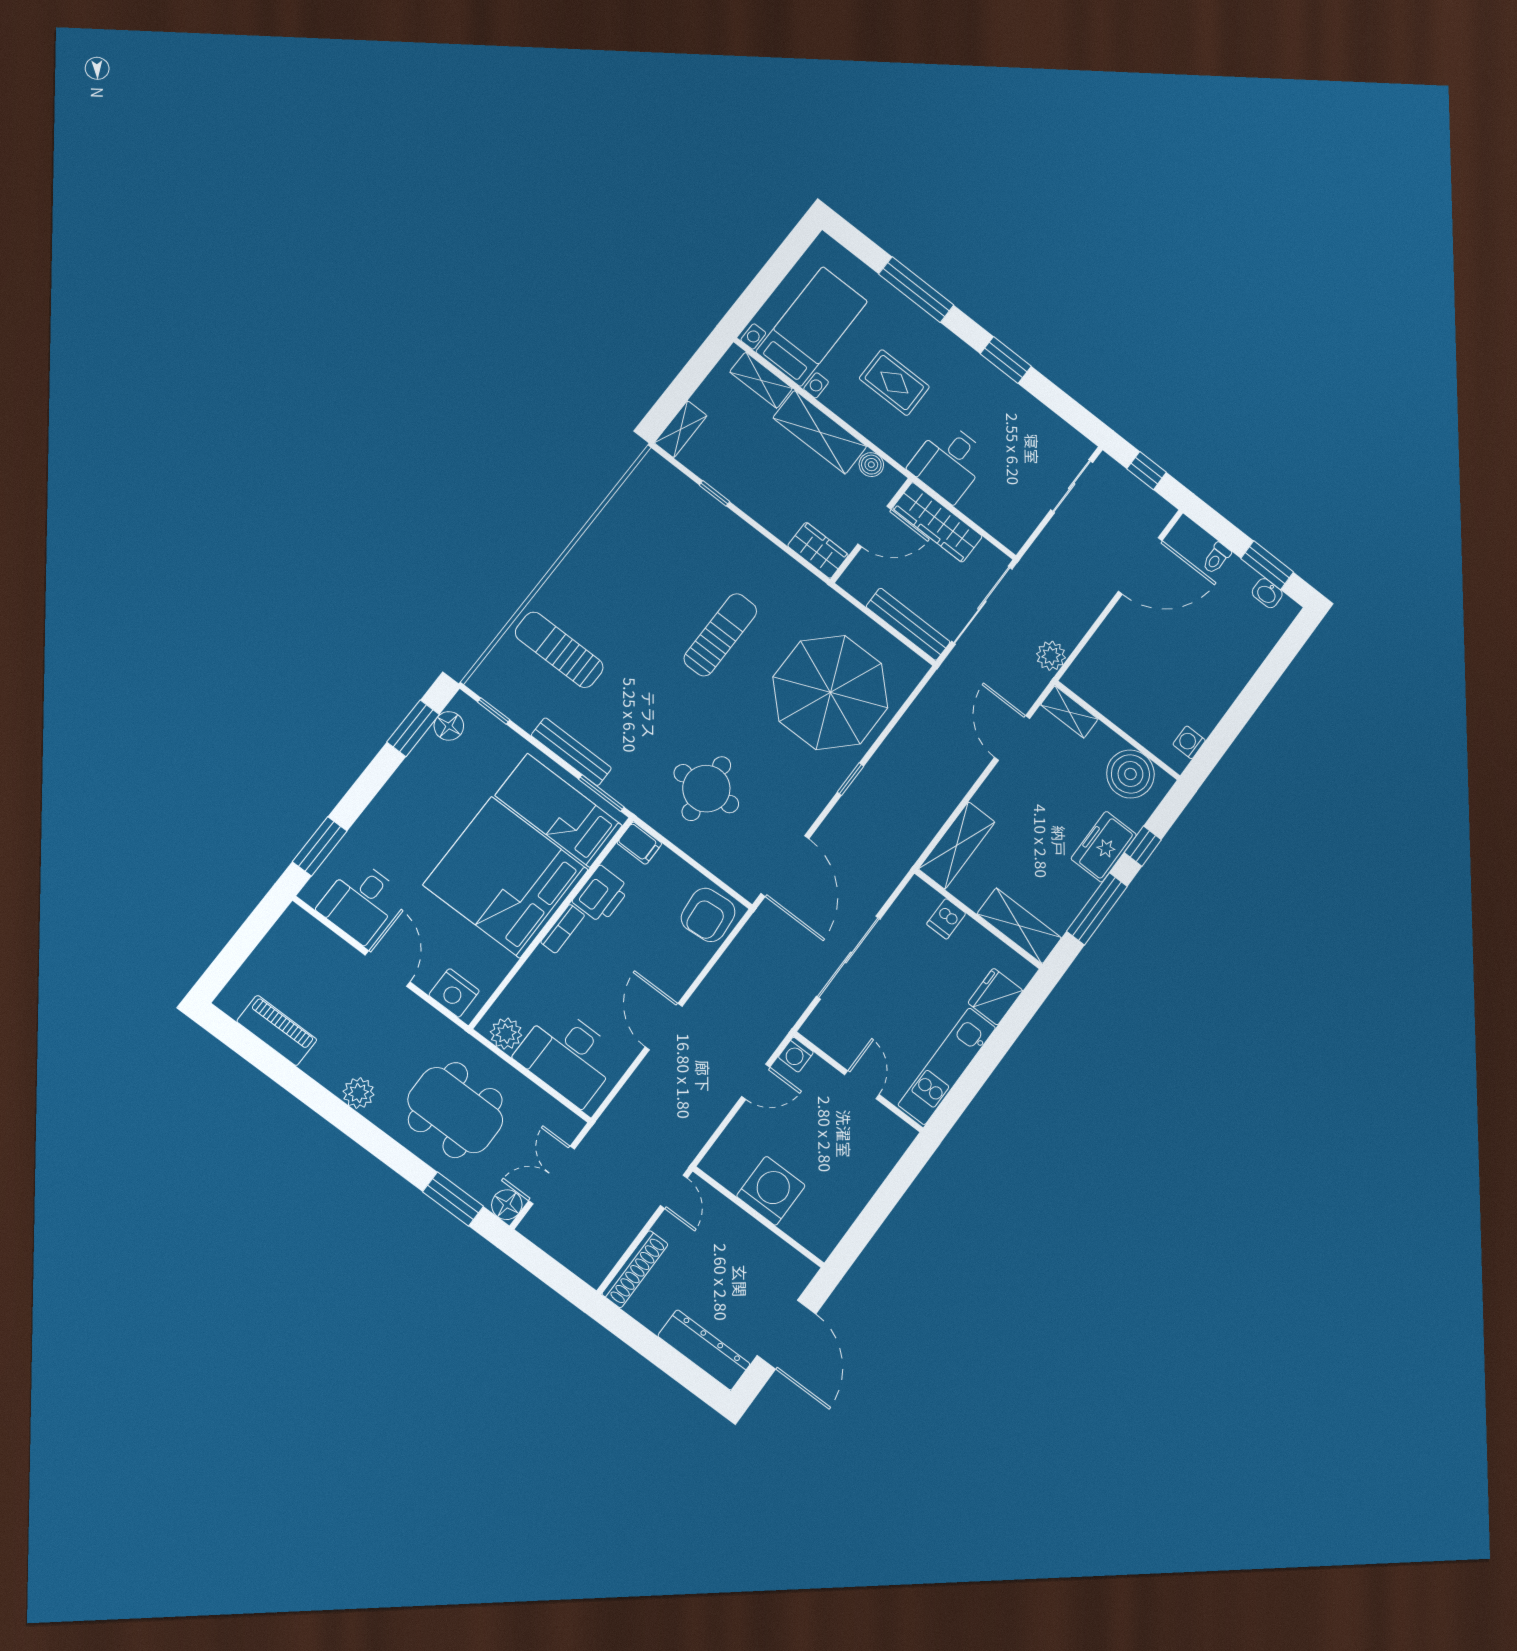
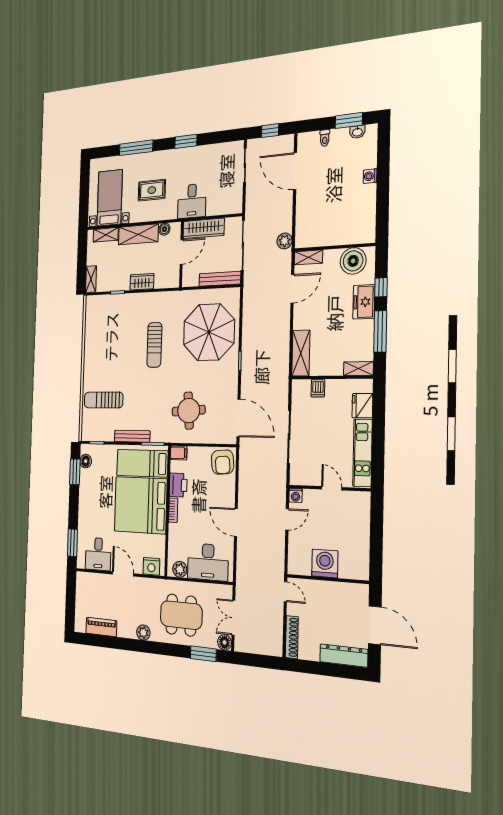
wardrobe: (818, 550) -> (142, 282), moved
door: (1140, 566) -> (295, 171), swing flipped
sun lounger: (720, 635) -> (154, 345), turned 180
door: (1012, 738) -> (292, 289), swing flipped
washing machine: (1189, 742) -> (370, 176), moved
shelving: (1019, 926) -> (358, 369), width x0.67, depth x0.75

